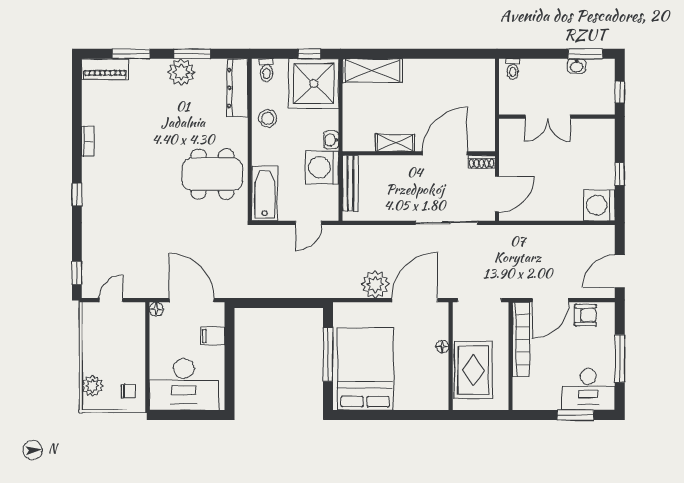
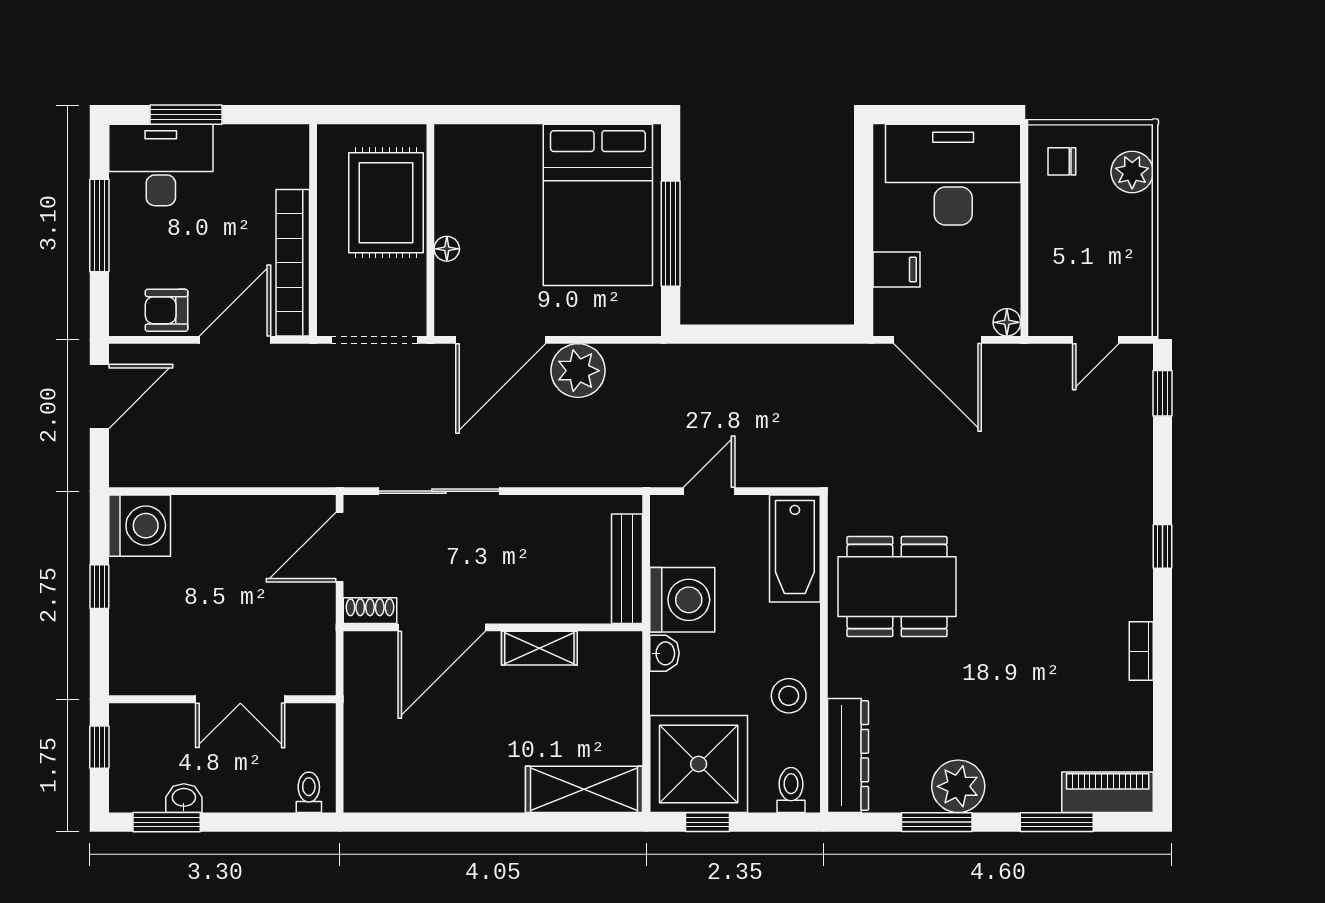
double door: (548, 117) -> (240, 699), swing flipped

